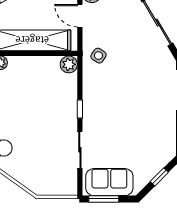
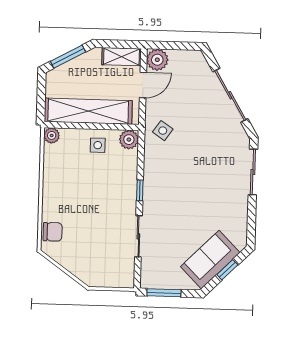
door: (80, 16) -> (143, 85), swing flipped
side table: (41, 70) -> (98, 145), added
sofa: (109, 182) -> (210, 260), moved, turned -45

